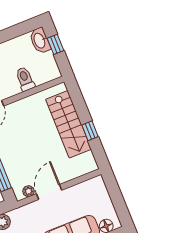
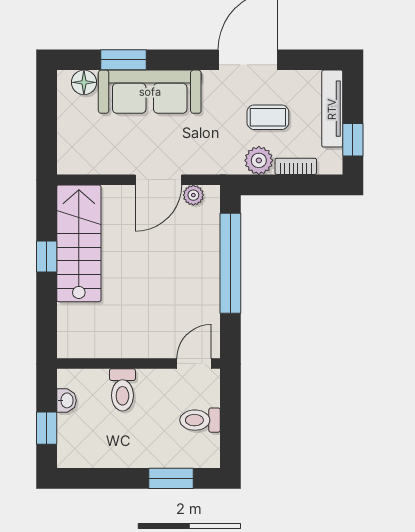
washbasin: (40, 41) -> (66, 400), moved, width x0.52, depth x0.69
stairs: (69, 124) -> (79, 243), moved

